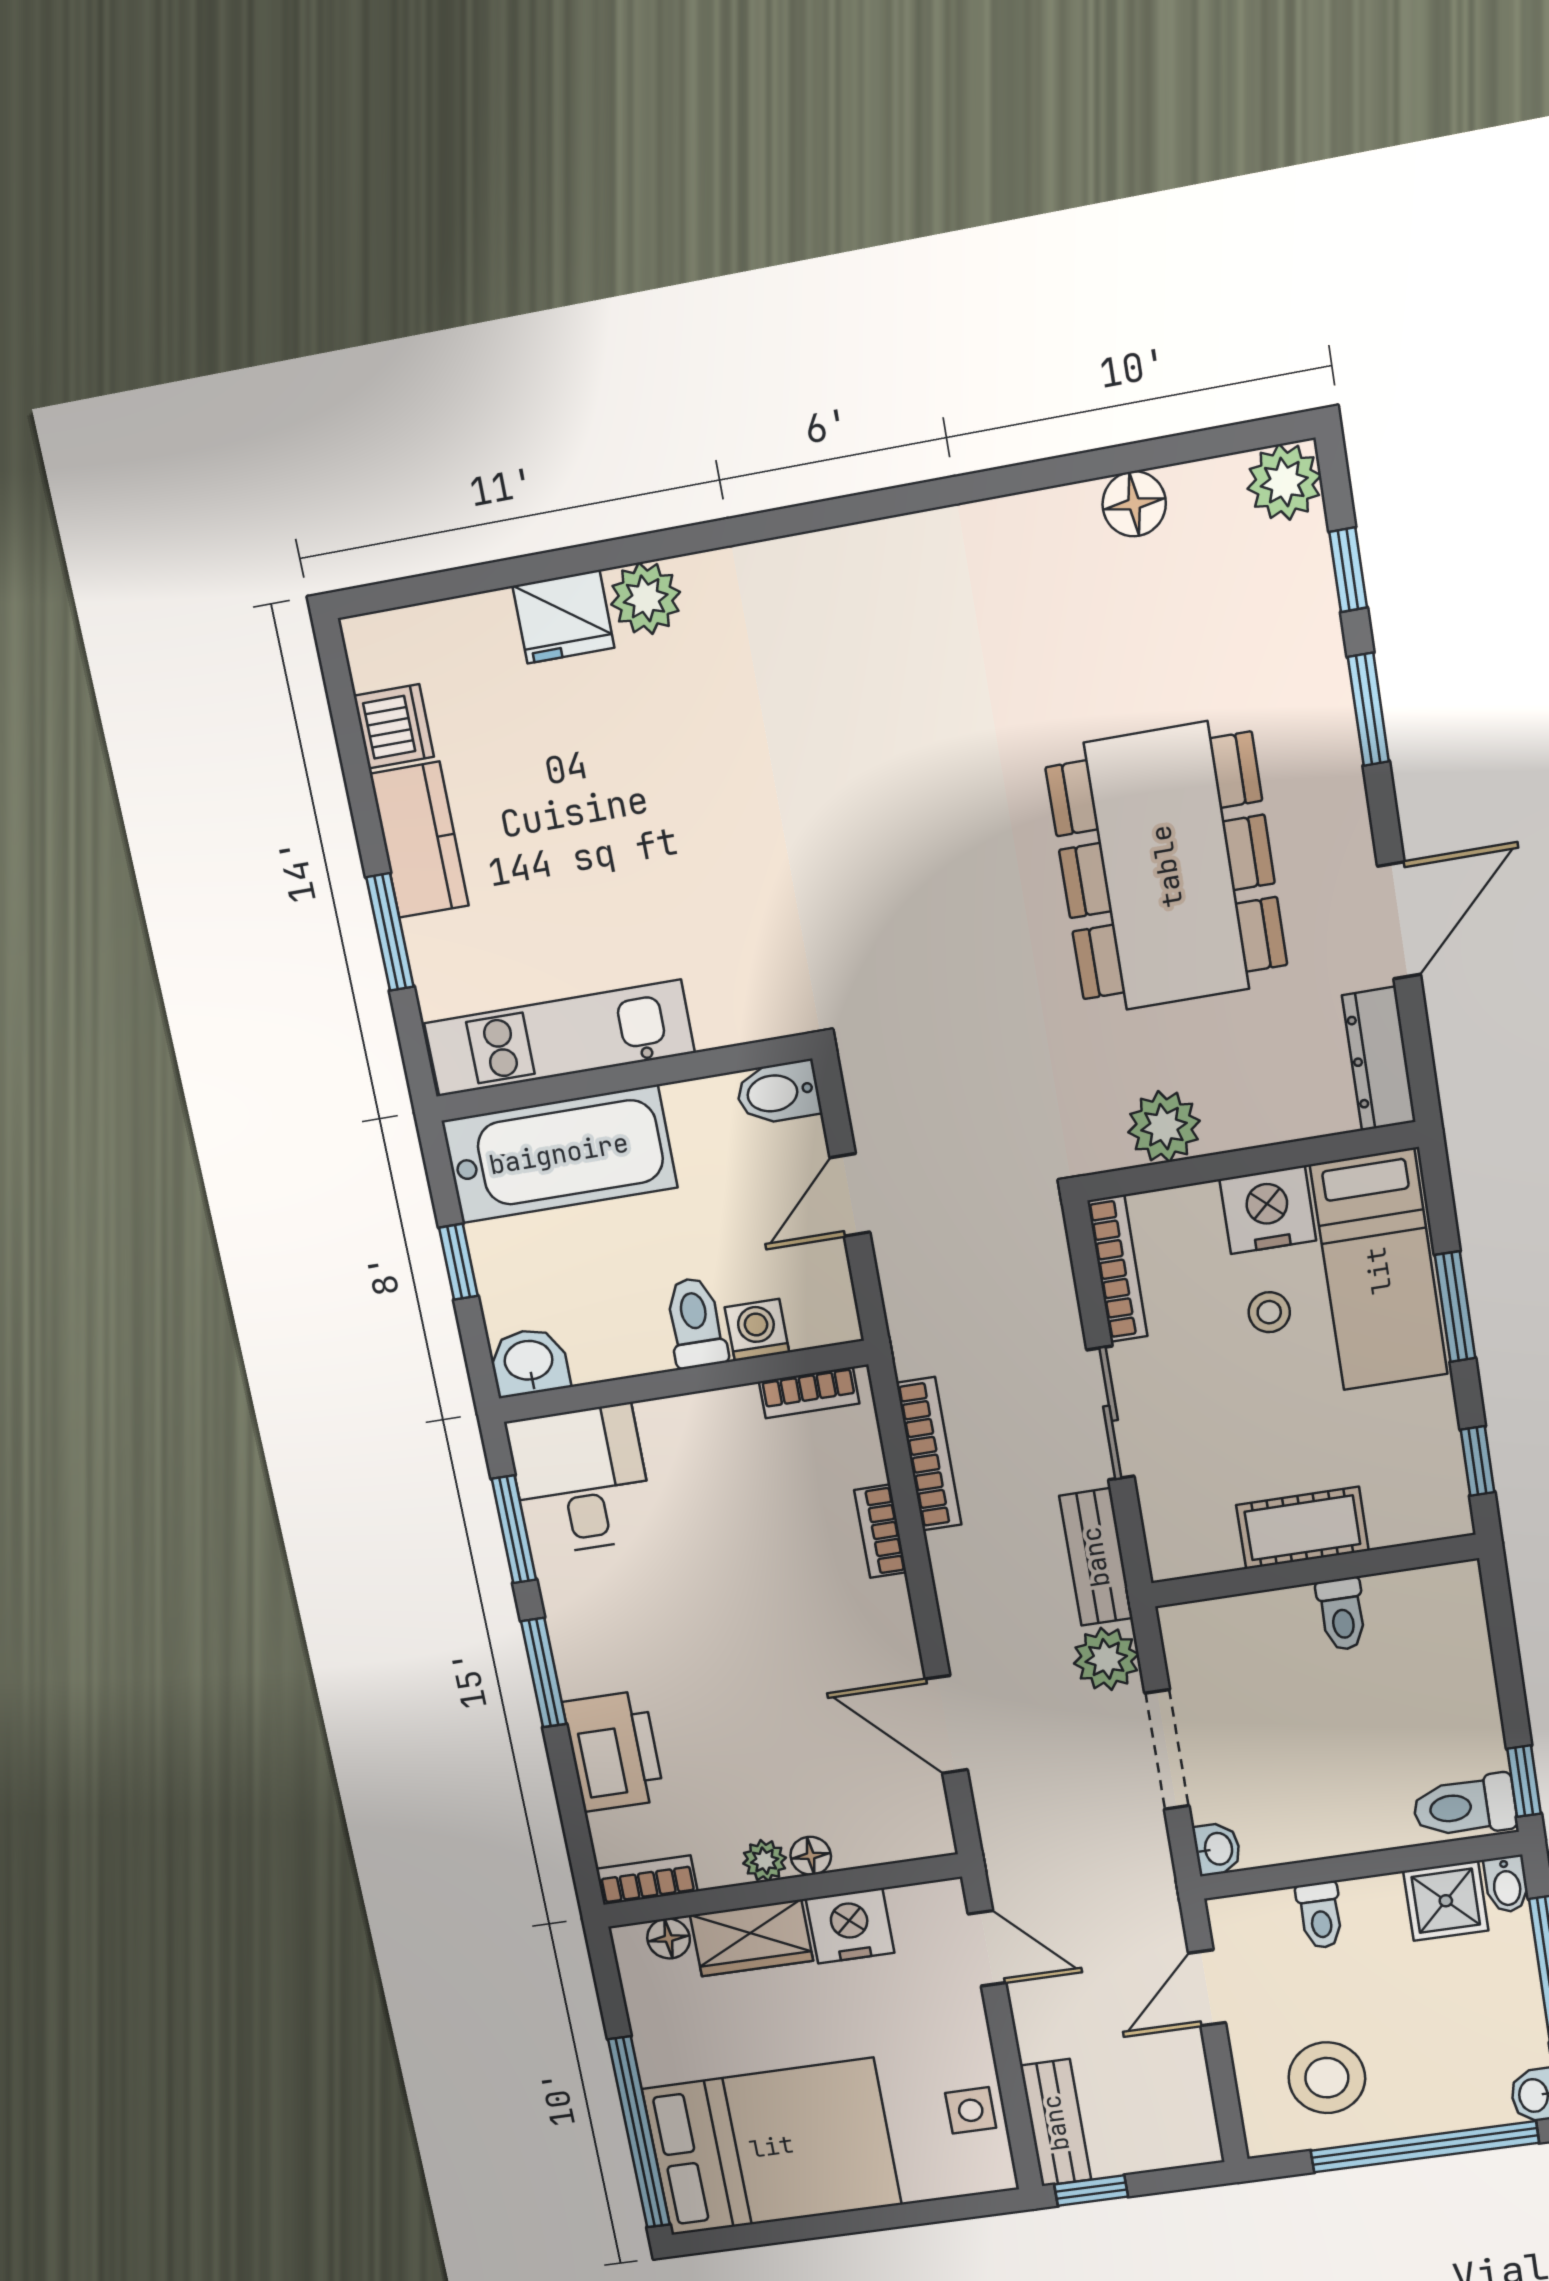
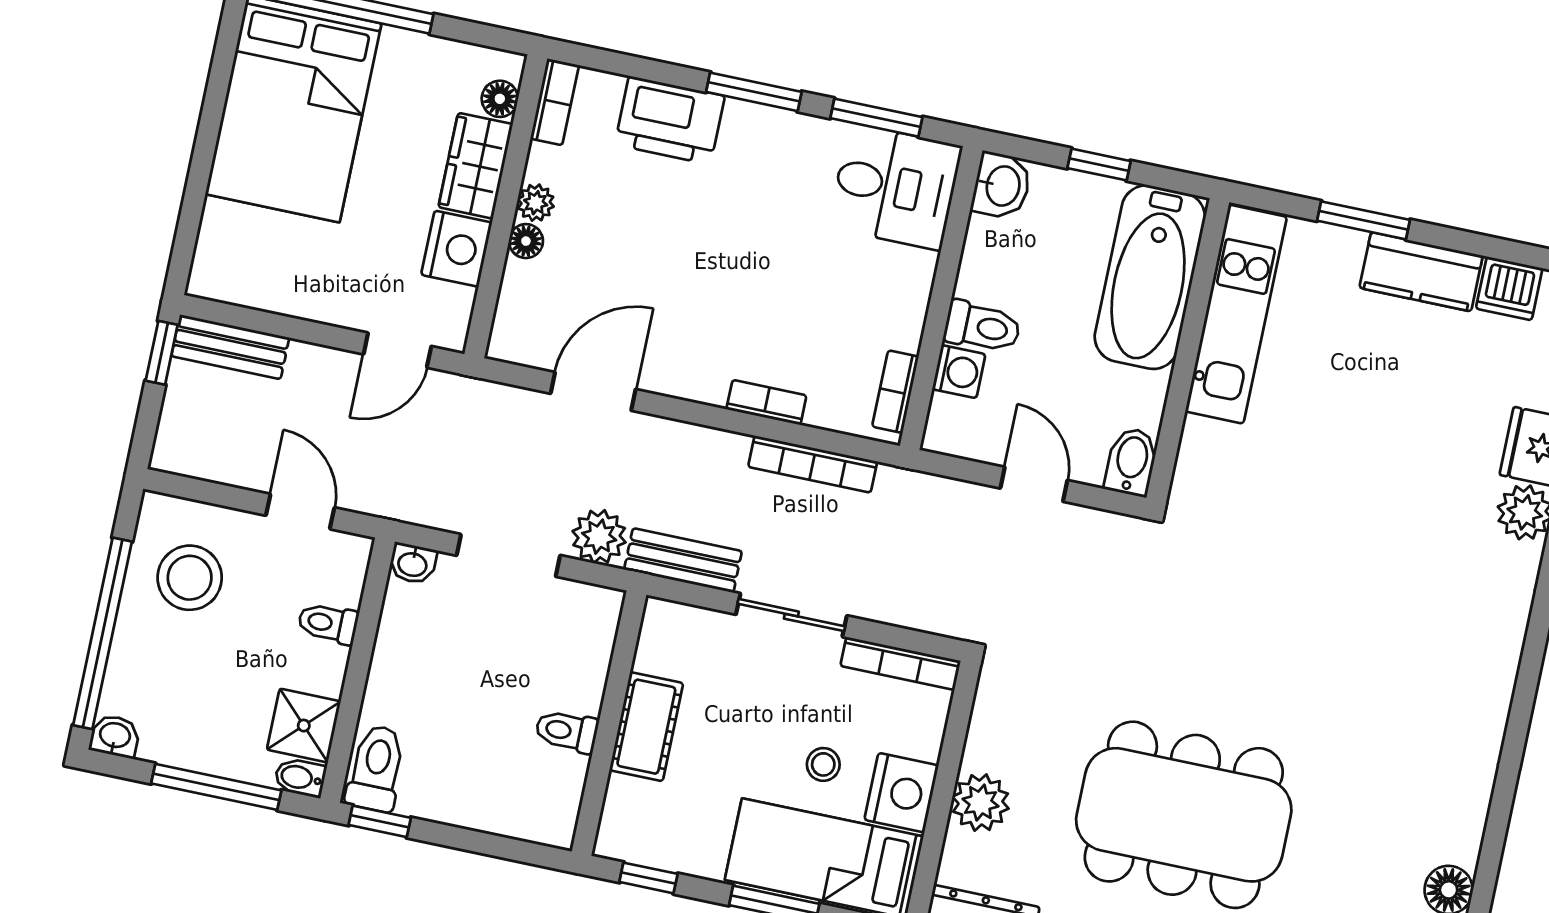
plant: (1164, 1127) -> (980, 803), moved
side table: (971, 2110) -> (266, 283), removed

